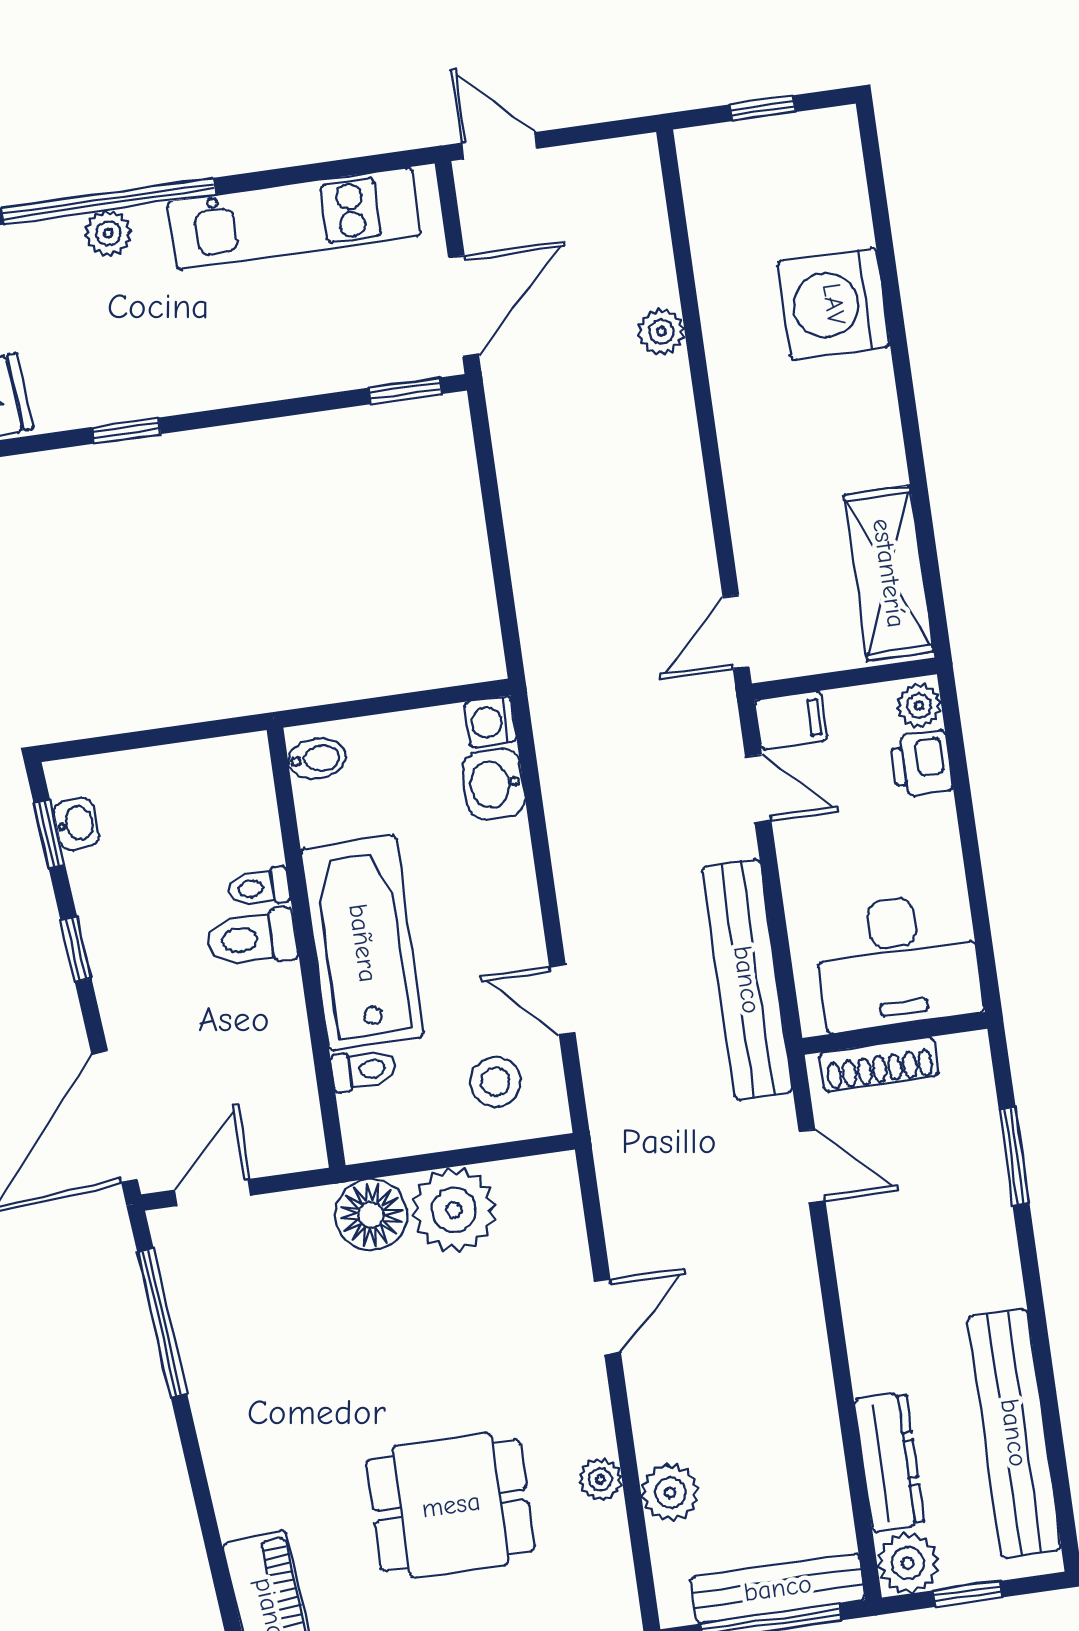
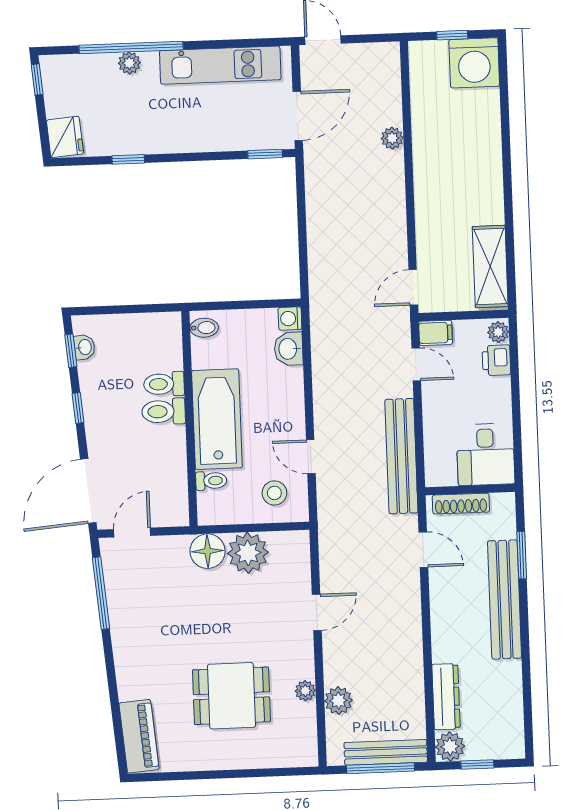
washing machine: (834, 304) -> (474, 63), moved, turned -90
toilet: (259, 887) -> (164, 384), width x1.37, depth x1.39
desk: (898, 961) -> (486, 454), width x0.73
bench: (1014, 1433) -> (505, 600), moved

